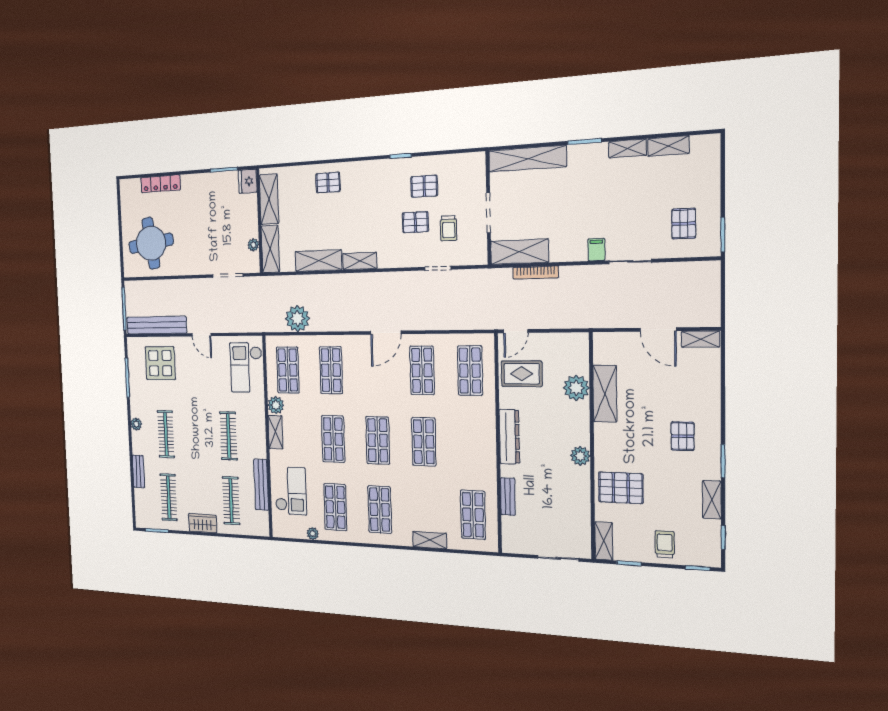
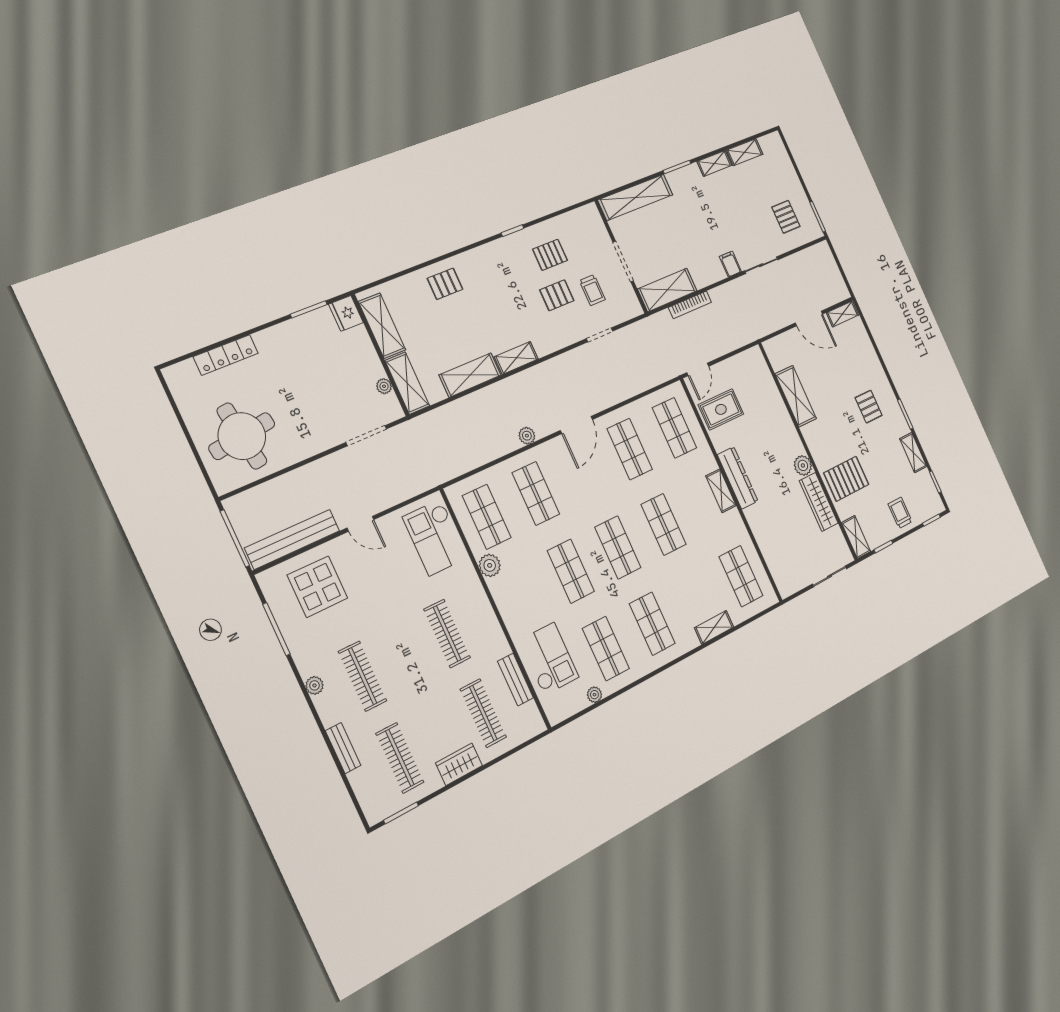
plant: (297, 319) -> (527, 436), moved, width x0.53, depth x0.53
plant: (576, 388) -> (771, 402), removed
shelving: (275, 432) -> (721, 491), moved
bench: (261, 485) -> (516, 680), width x0.73
wardrobe: (580, 493) -> (819, 502), added
bench: (508, 496) -> (762, 539), removed

